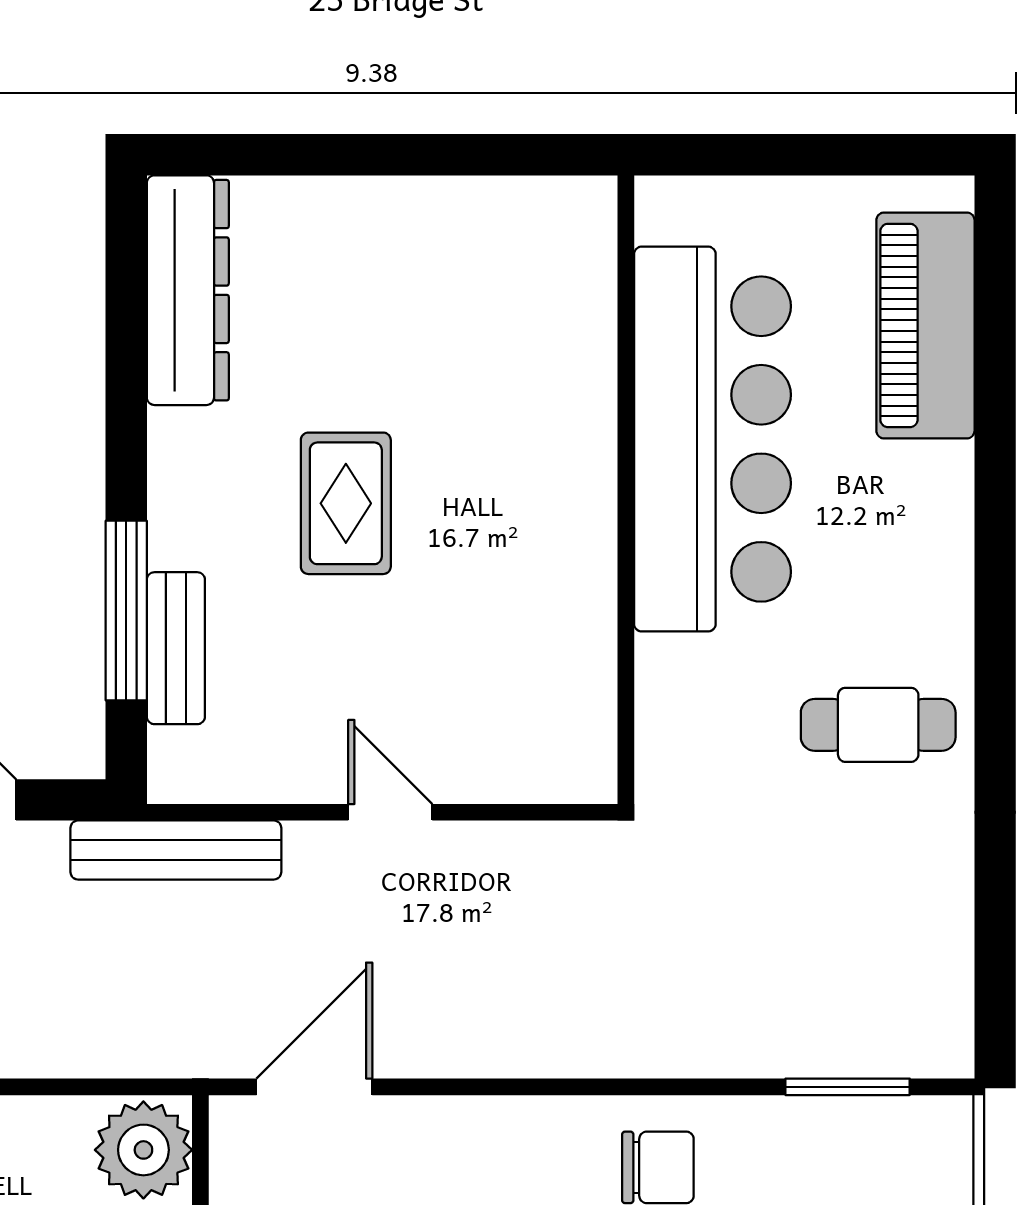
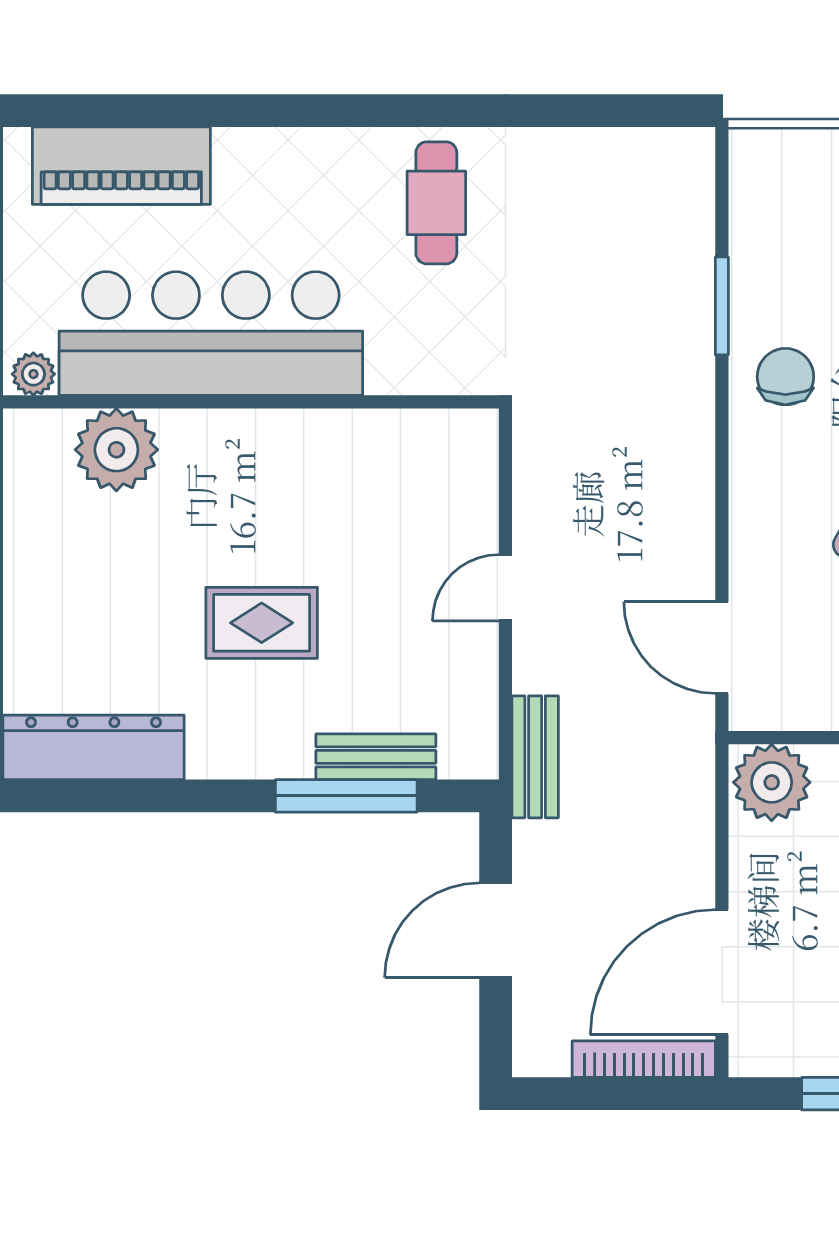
plant: (661, 214) -> (33, 374), added
plant: (565, 319) -> (116, 450), added
bench: (176, 850) -> (535, 757), width x0.73
window: (848, 1087) -> (722, 306), moved

